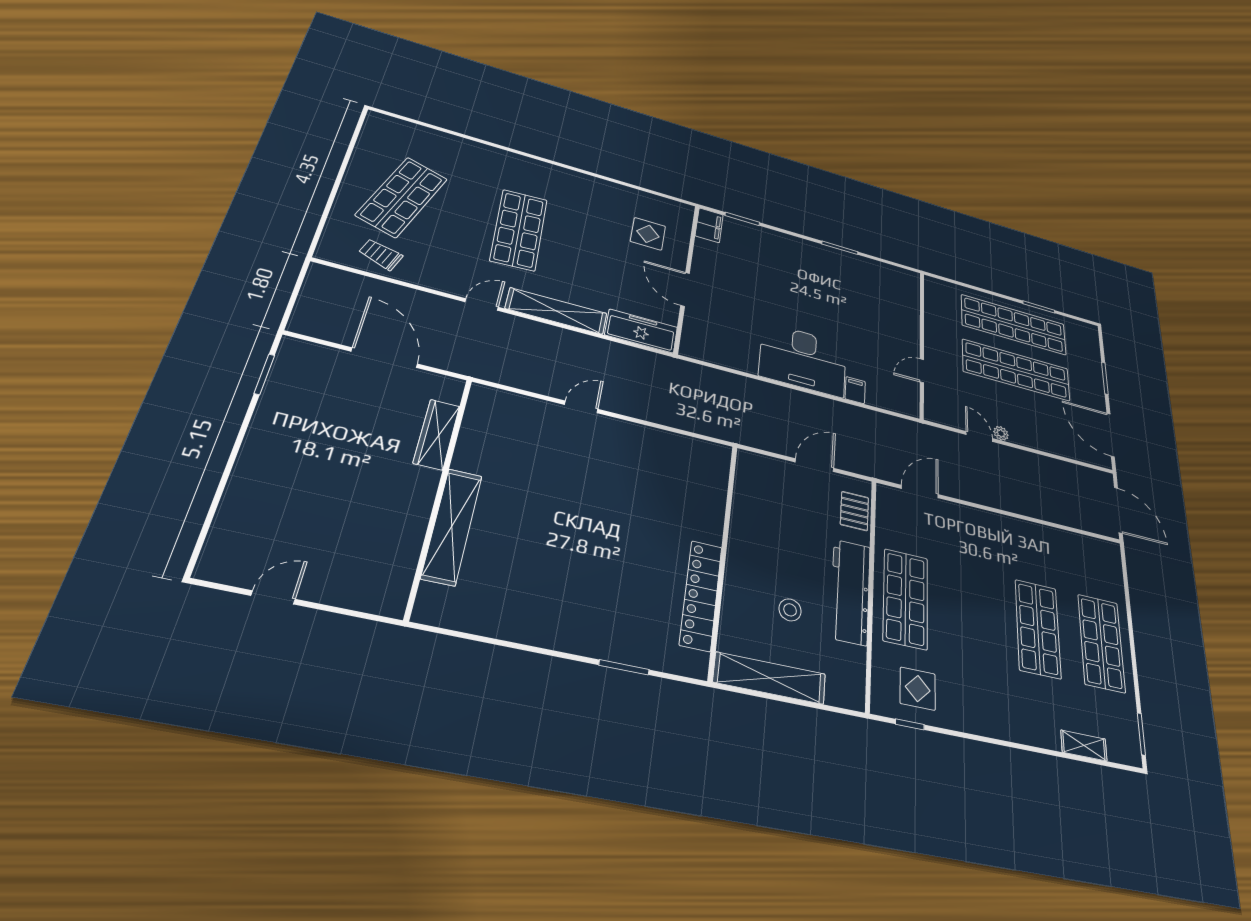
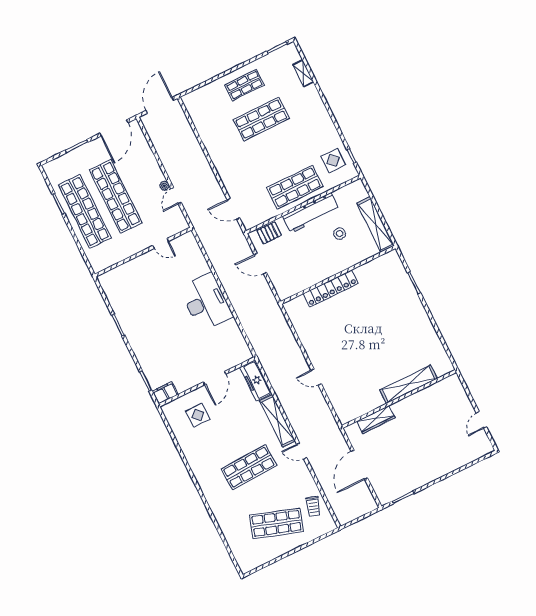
filing cabinet: (855, 390) -> (202, 269), removed
locker: (701, 595) -> (331, 289), moved
door: (273, 597) -> (481, 420), hinge flipped
shop shelf: (1101, 643) -> (245, 85), width x0.70, depth x0.74

